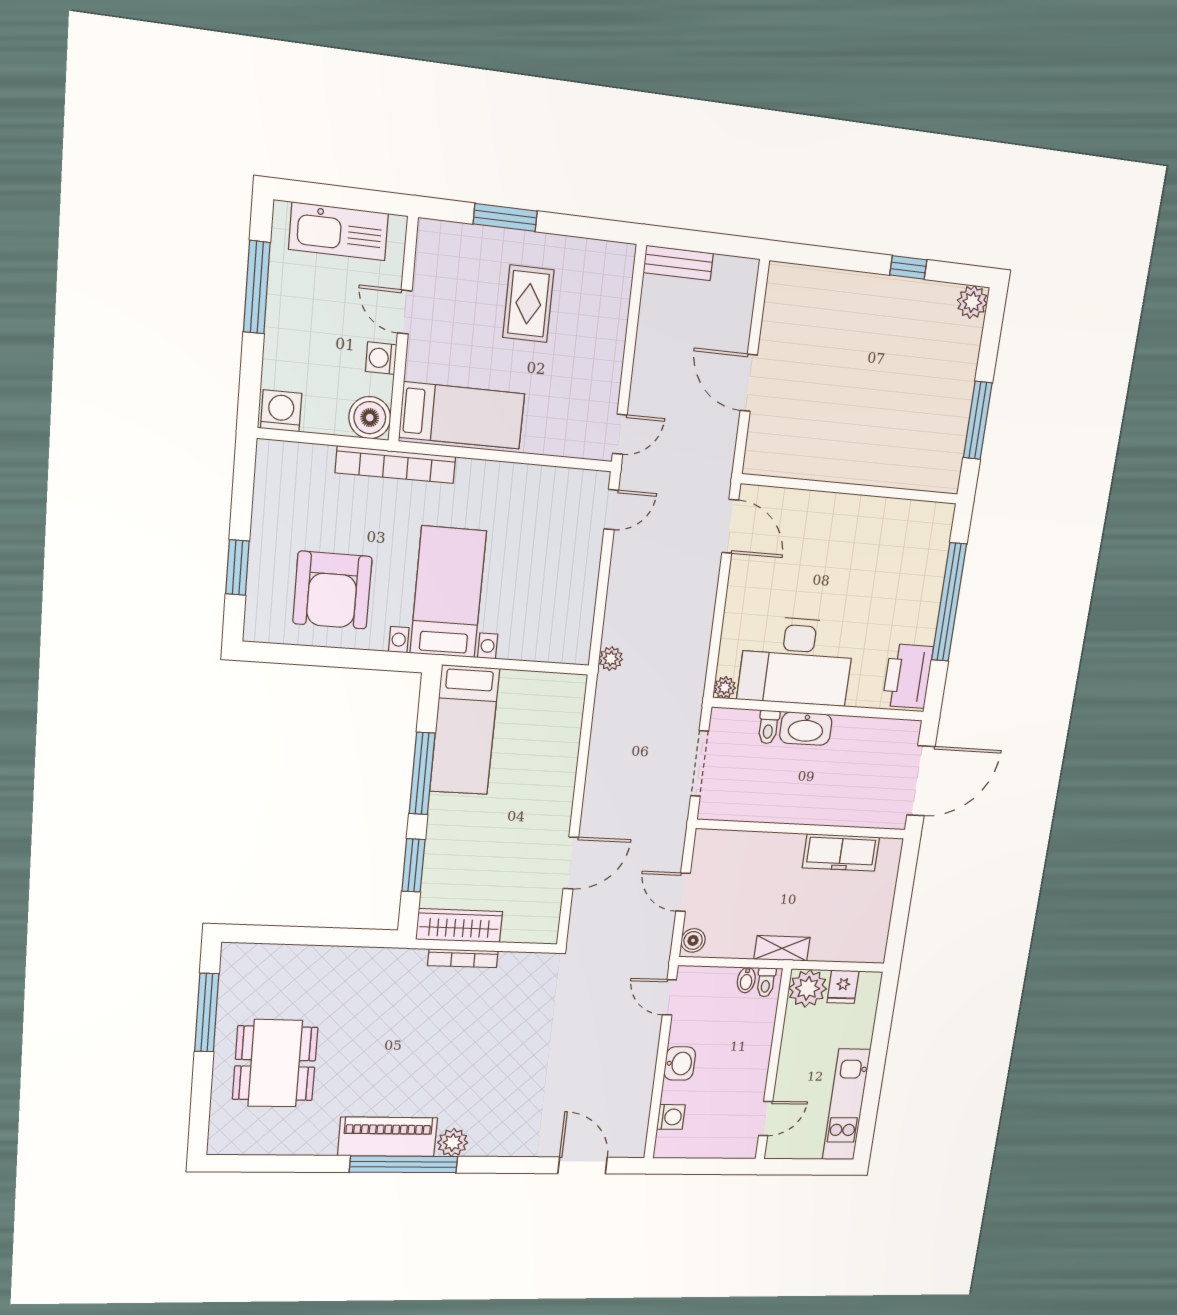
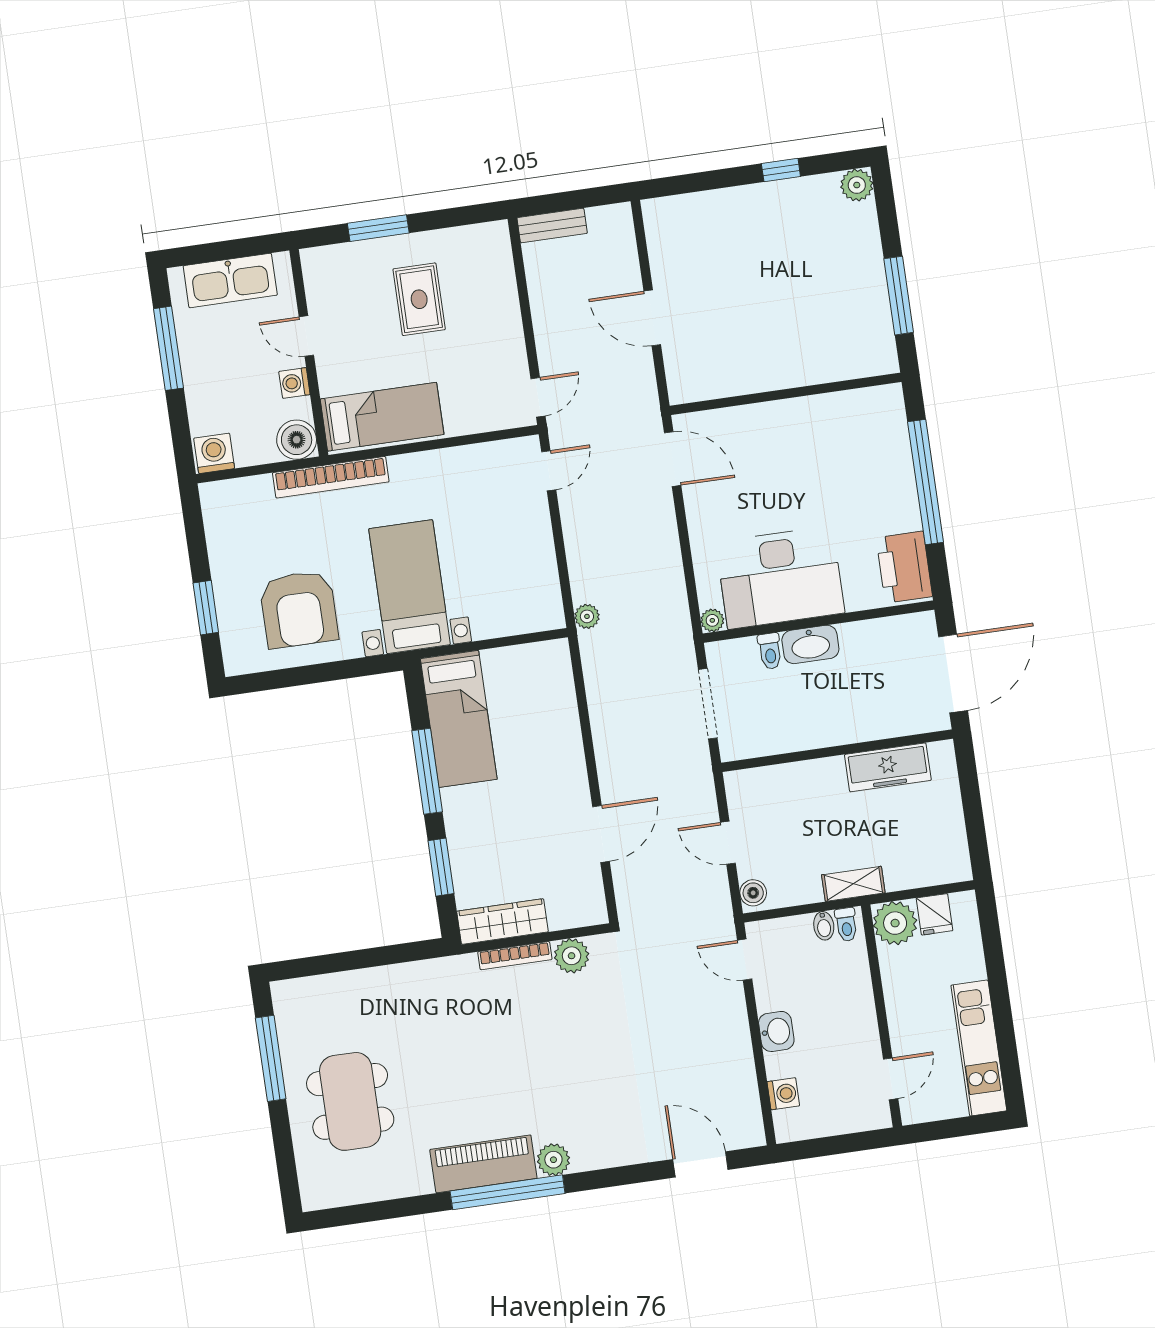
plant: (515, 967) -> (572, 956), added

